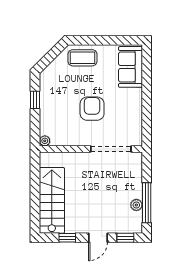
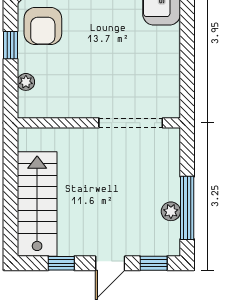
armchair: (92, 109) -> (43, 26), moved, turned 180
plant: (45, 141) -> (26, 82), moved

